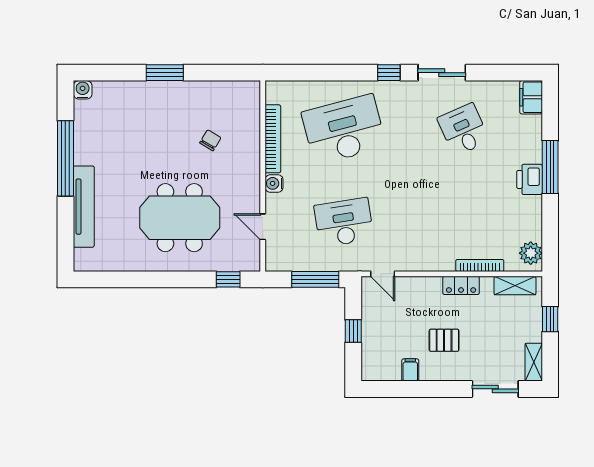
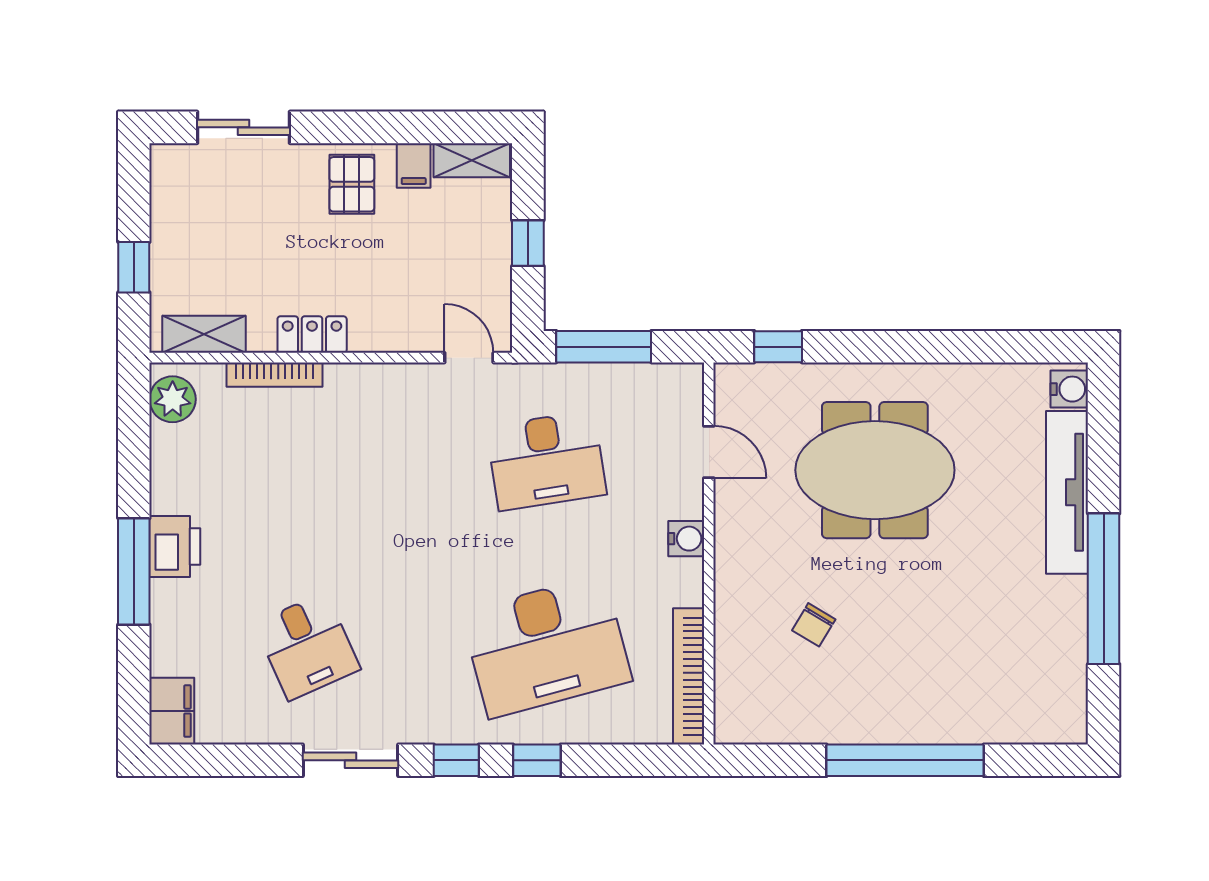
window: (165, 73) -> (905, 760), width x2.11
window: (349, 73) -> (537, 760), added
water cooler: (83, 90) -> (1069, 389), moved, turned -90
bookcase: (273, 139) -> (689, 676), moved
pallet: (444, 340) -> (352, 184), moved, turned 90
shelving: (534, 362) -> (472, 160), moved, turned 90

